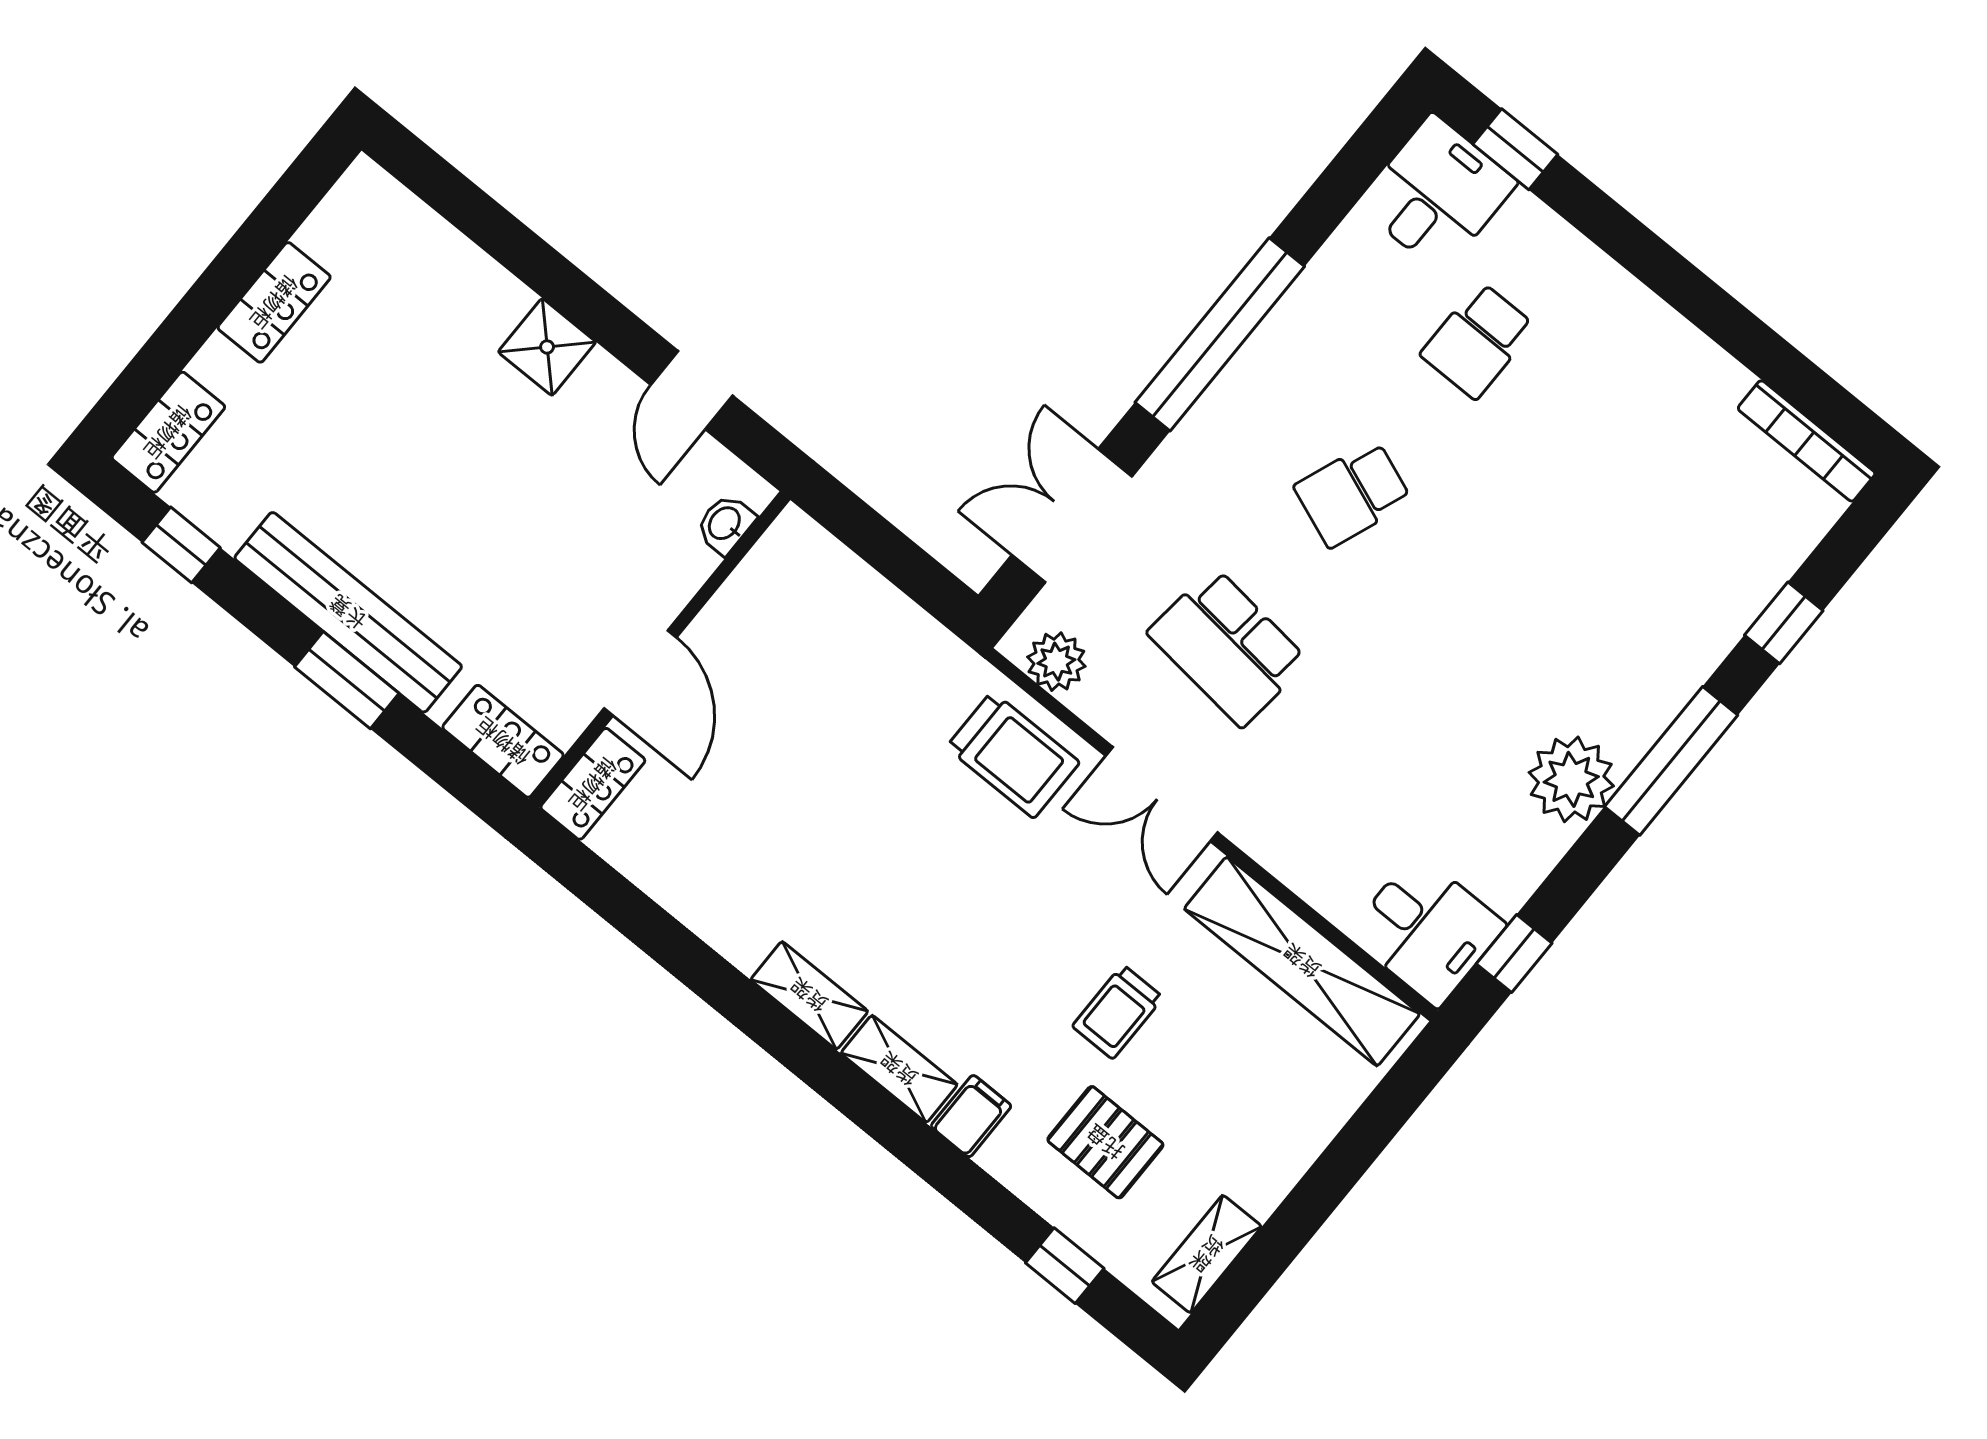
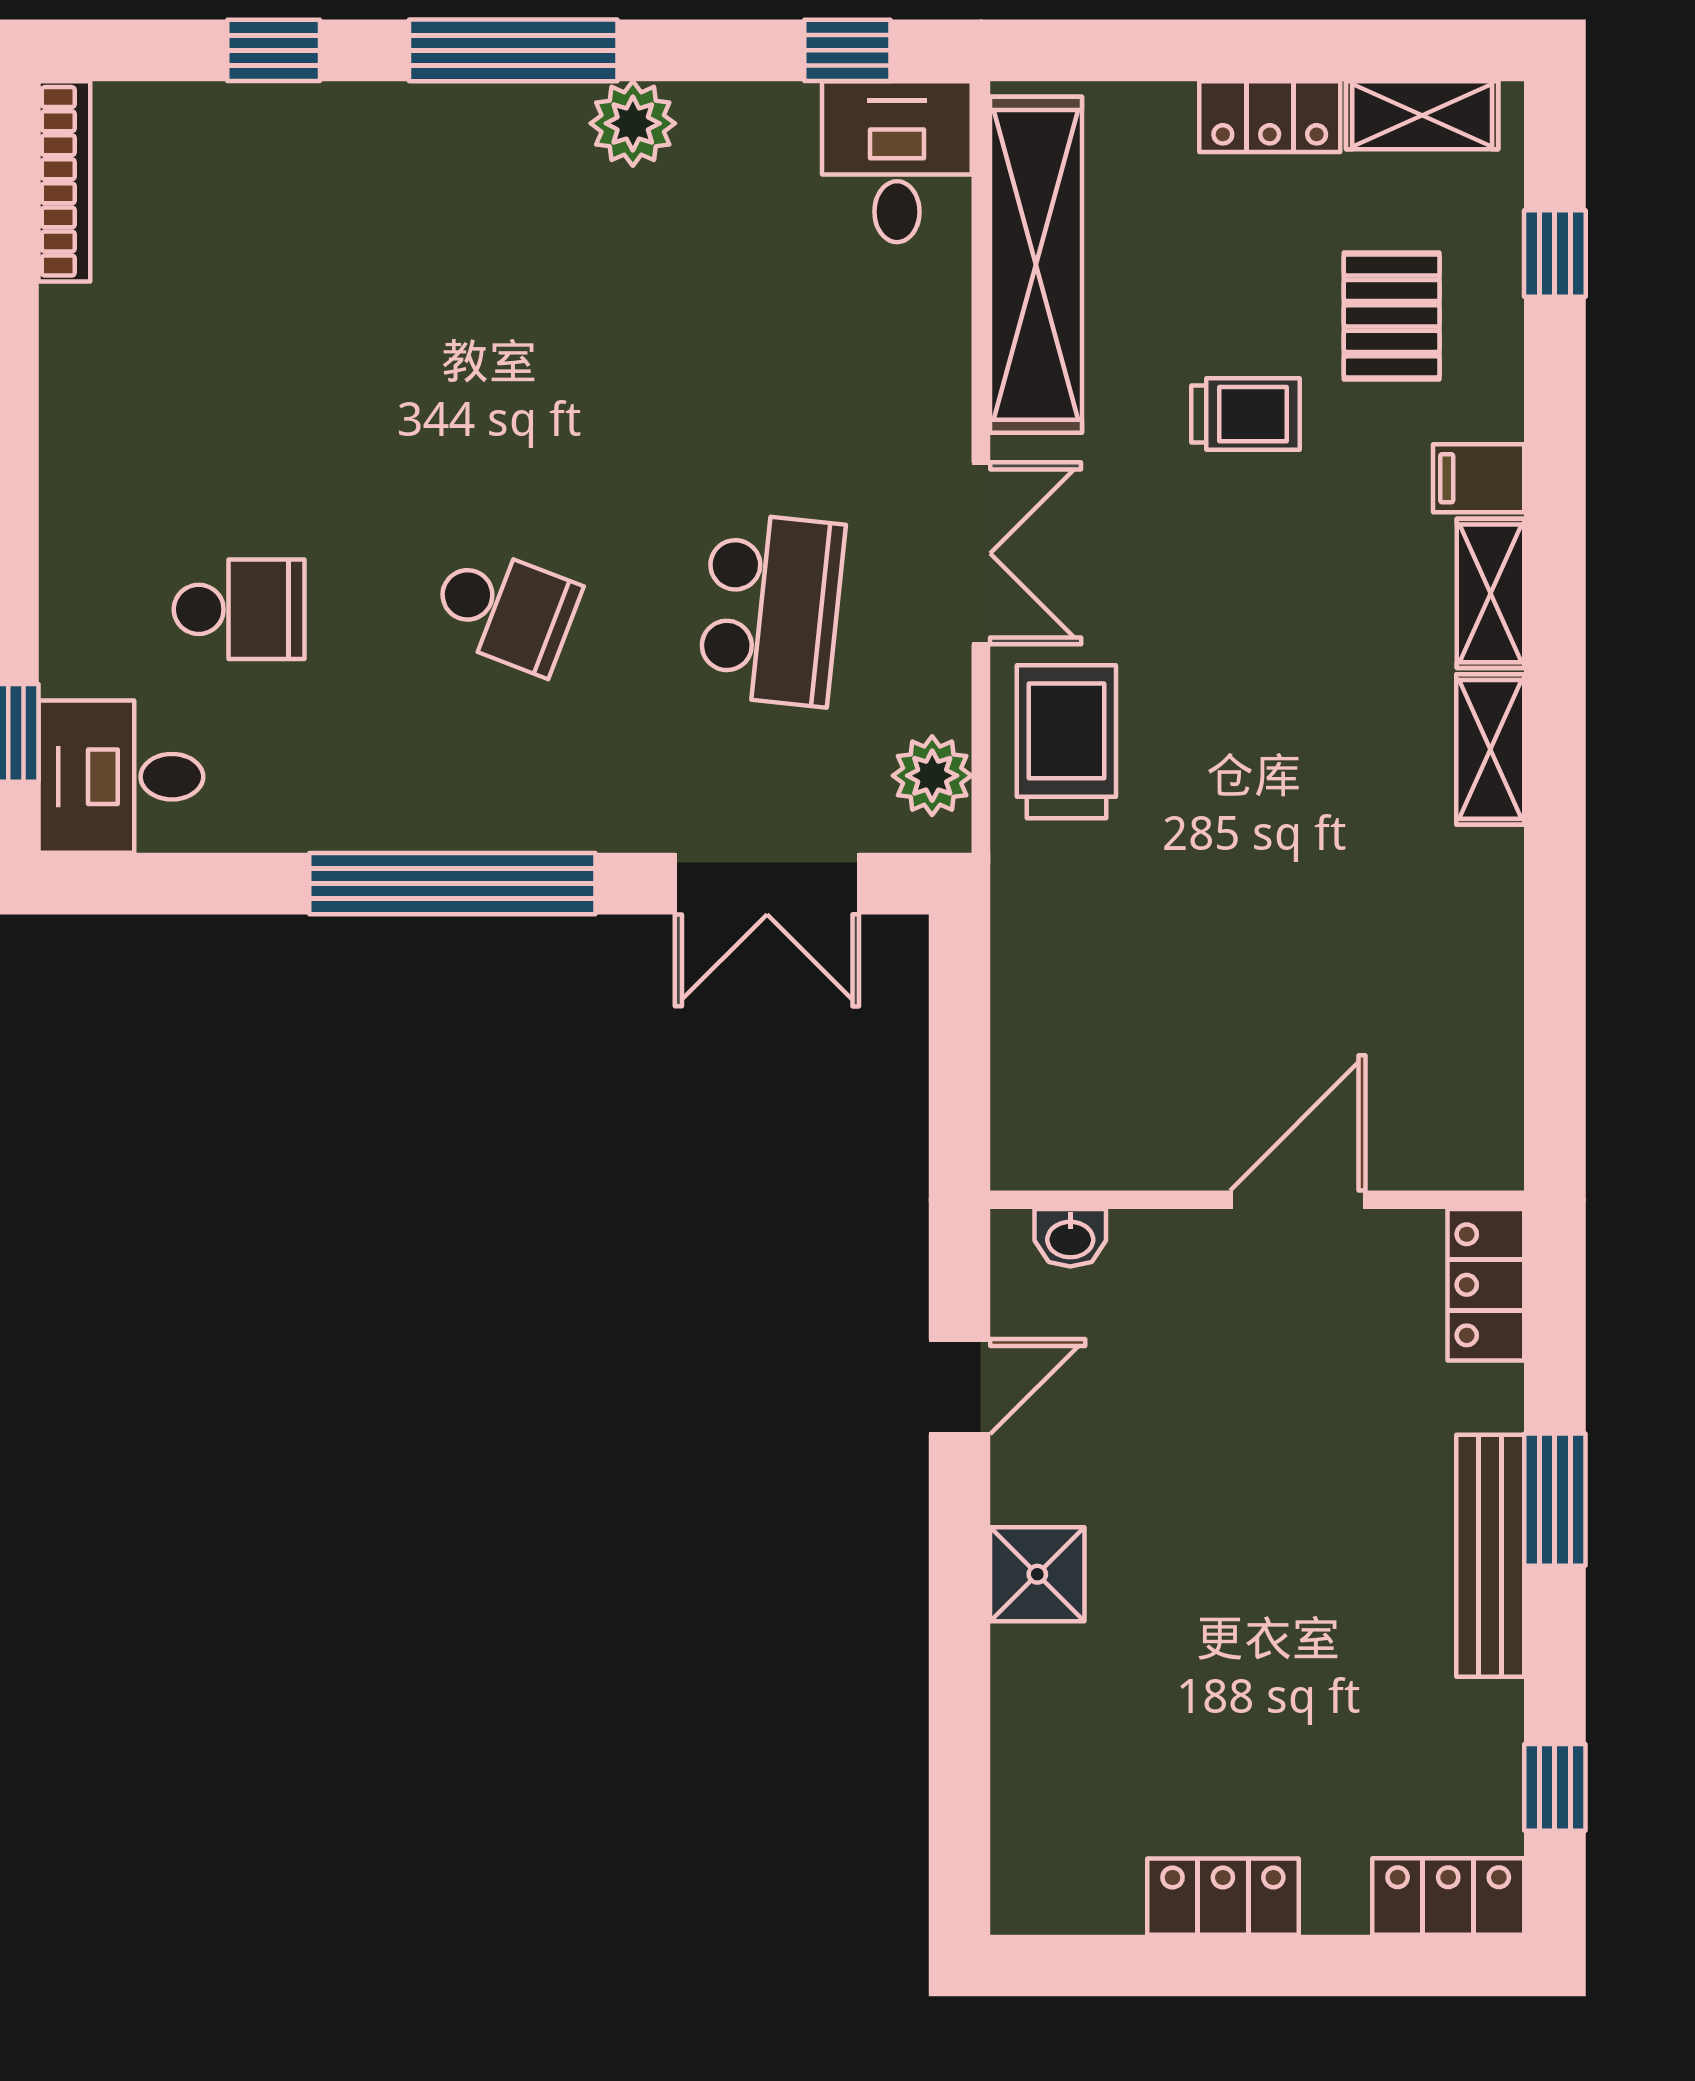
bench: (348, 612) -> (1490, 1556), width x0.73, depth x0.82
plant: (1571, 779) -> (633, 123), width x0.73, depth x0.73
locker: (593, 784) -> (1270, 117), moved, turned 180

